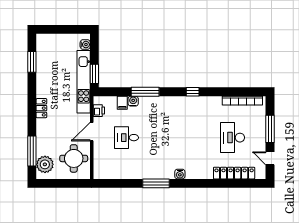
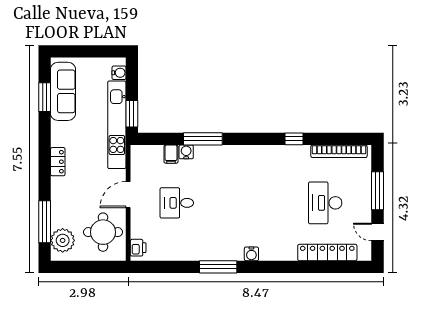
sofa: (45, 58) -> (63, 91), added
window: (193, 92) -> (294, 139), moved
printer: (99, 111) -> (138, 248), moved

